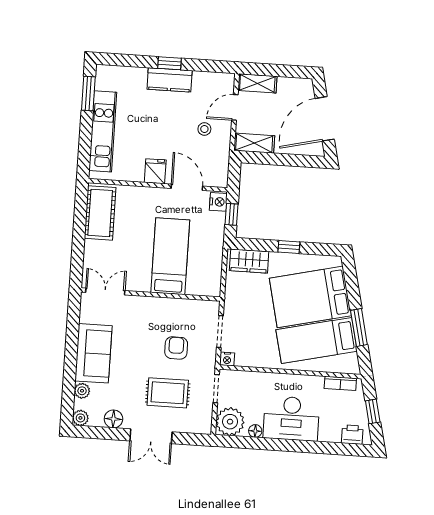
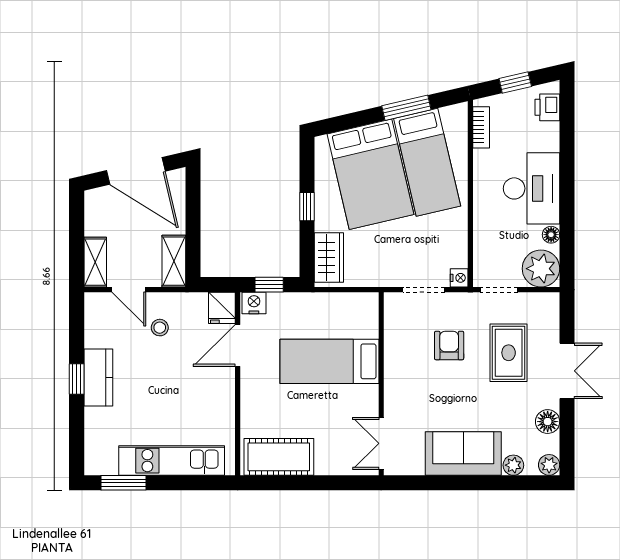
fridge: (155, 171) -> (222, 308), moved, turned -90
armchair: (176, 348) -> (449, 345), turned 90

